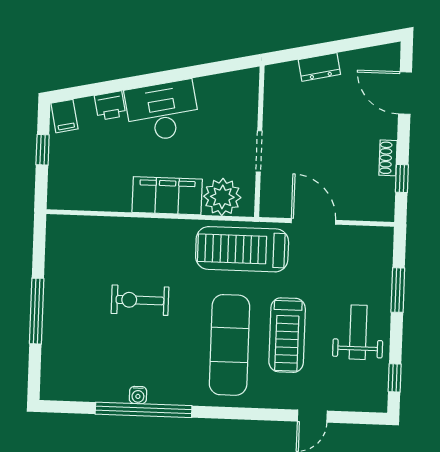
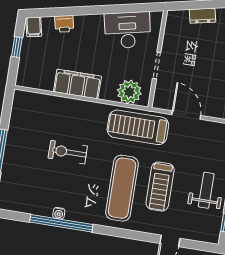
desk: (162, 111) -> (128, 30), moved
filing cabinet: (167, 196) -> (77, 84), moved

